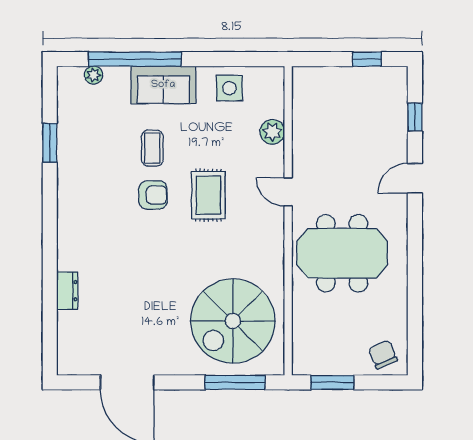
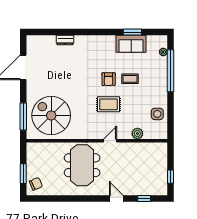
sofa: (163, 85) -> (131, 44), moved, turned -90
window: (332, 382) -> (23, 174), moved

